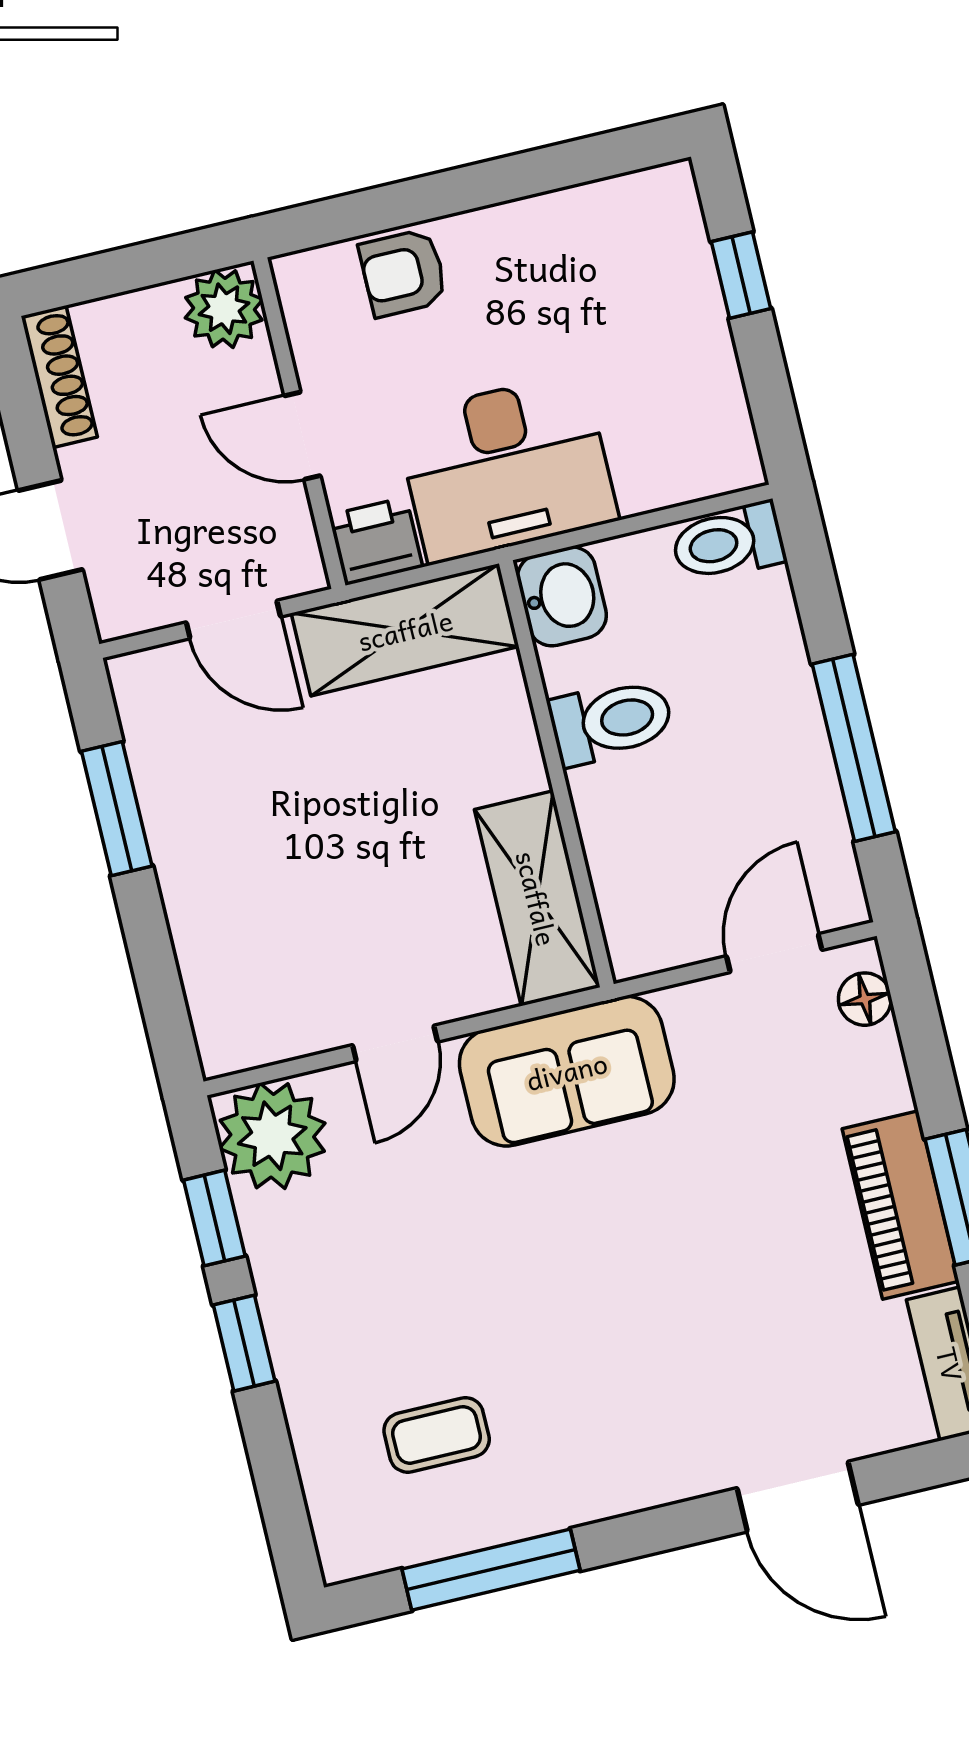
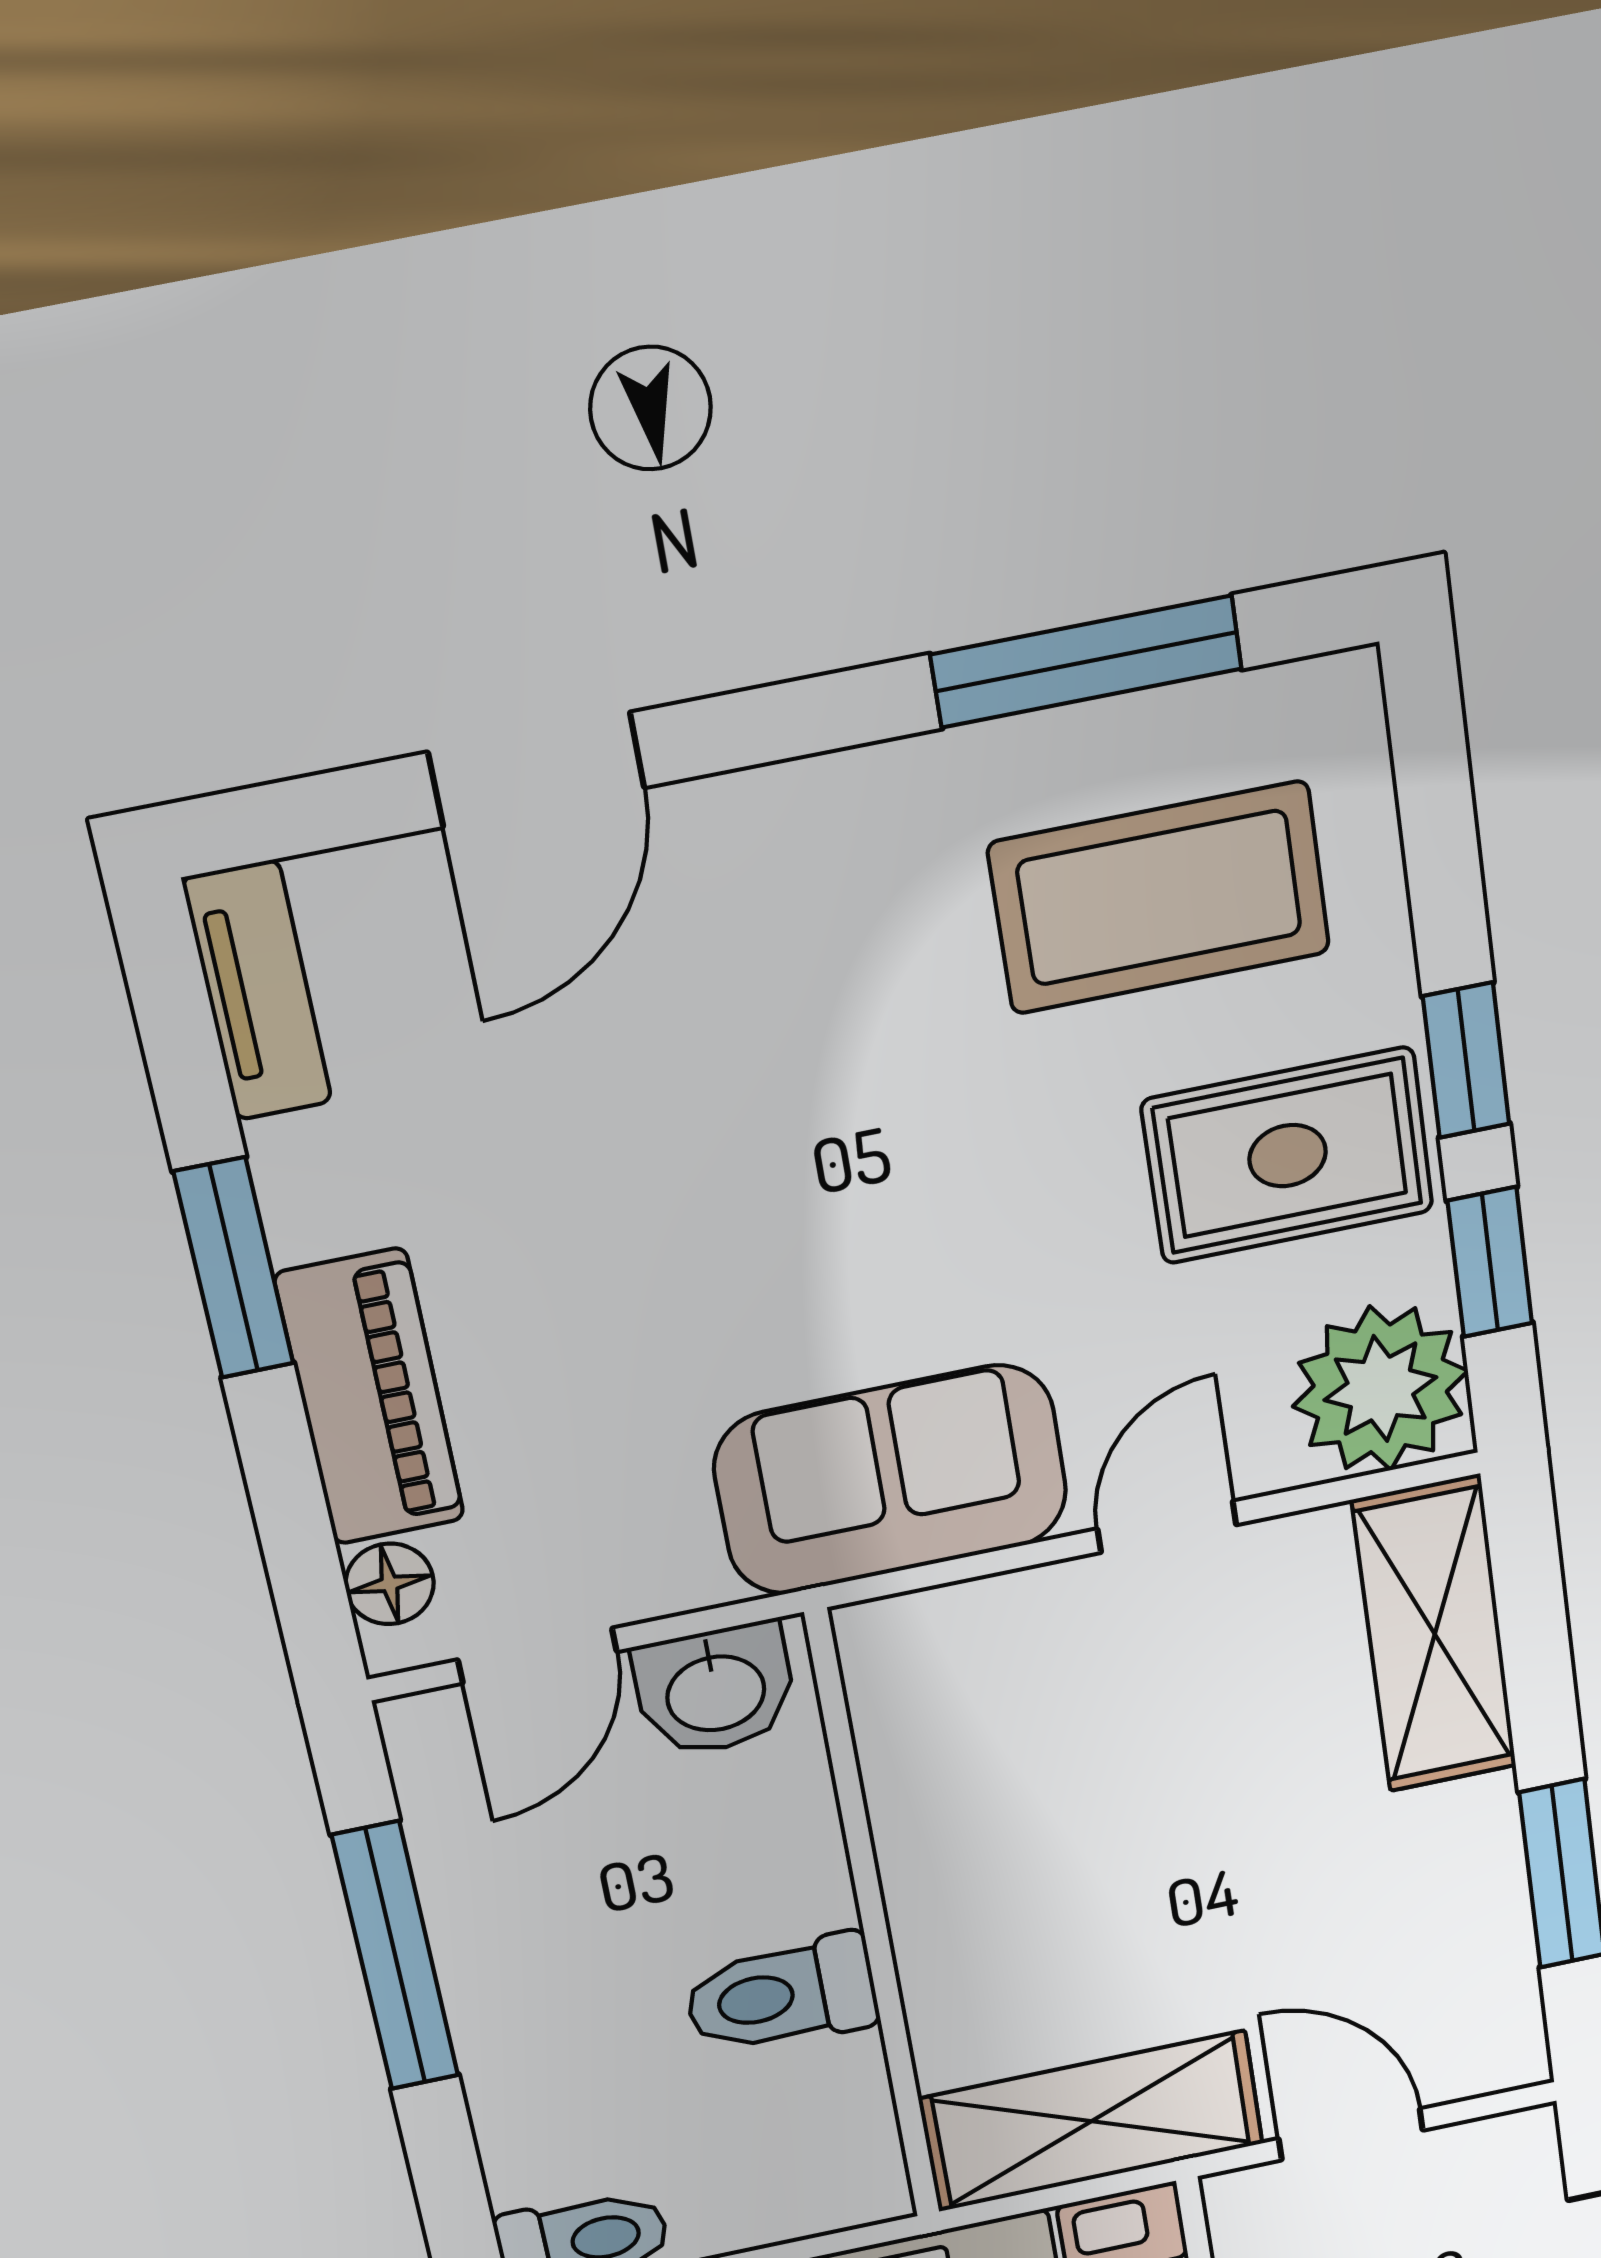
washbasin: (562, 596) -> (715, 1690), moved, turned -90
shelving: (537, 898) -> (1435, 1634), moved
piano: (901, 1205) -> (370, 1397), moved
rug: (345, 1282) -> (1288, 1156), added
coffee table: (437, 1435) -> (1159, 898), width x1.86, depth x1.72
door: (798, 1497) -> (536, 770), swing flipped

